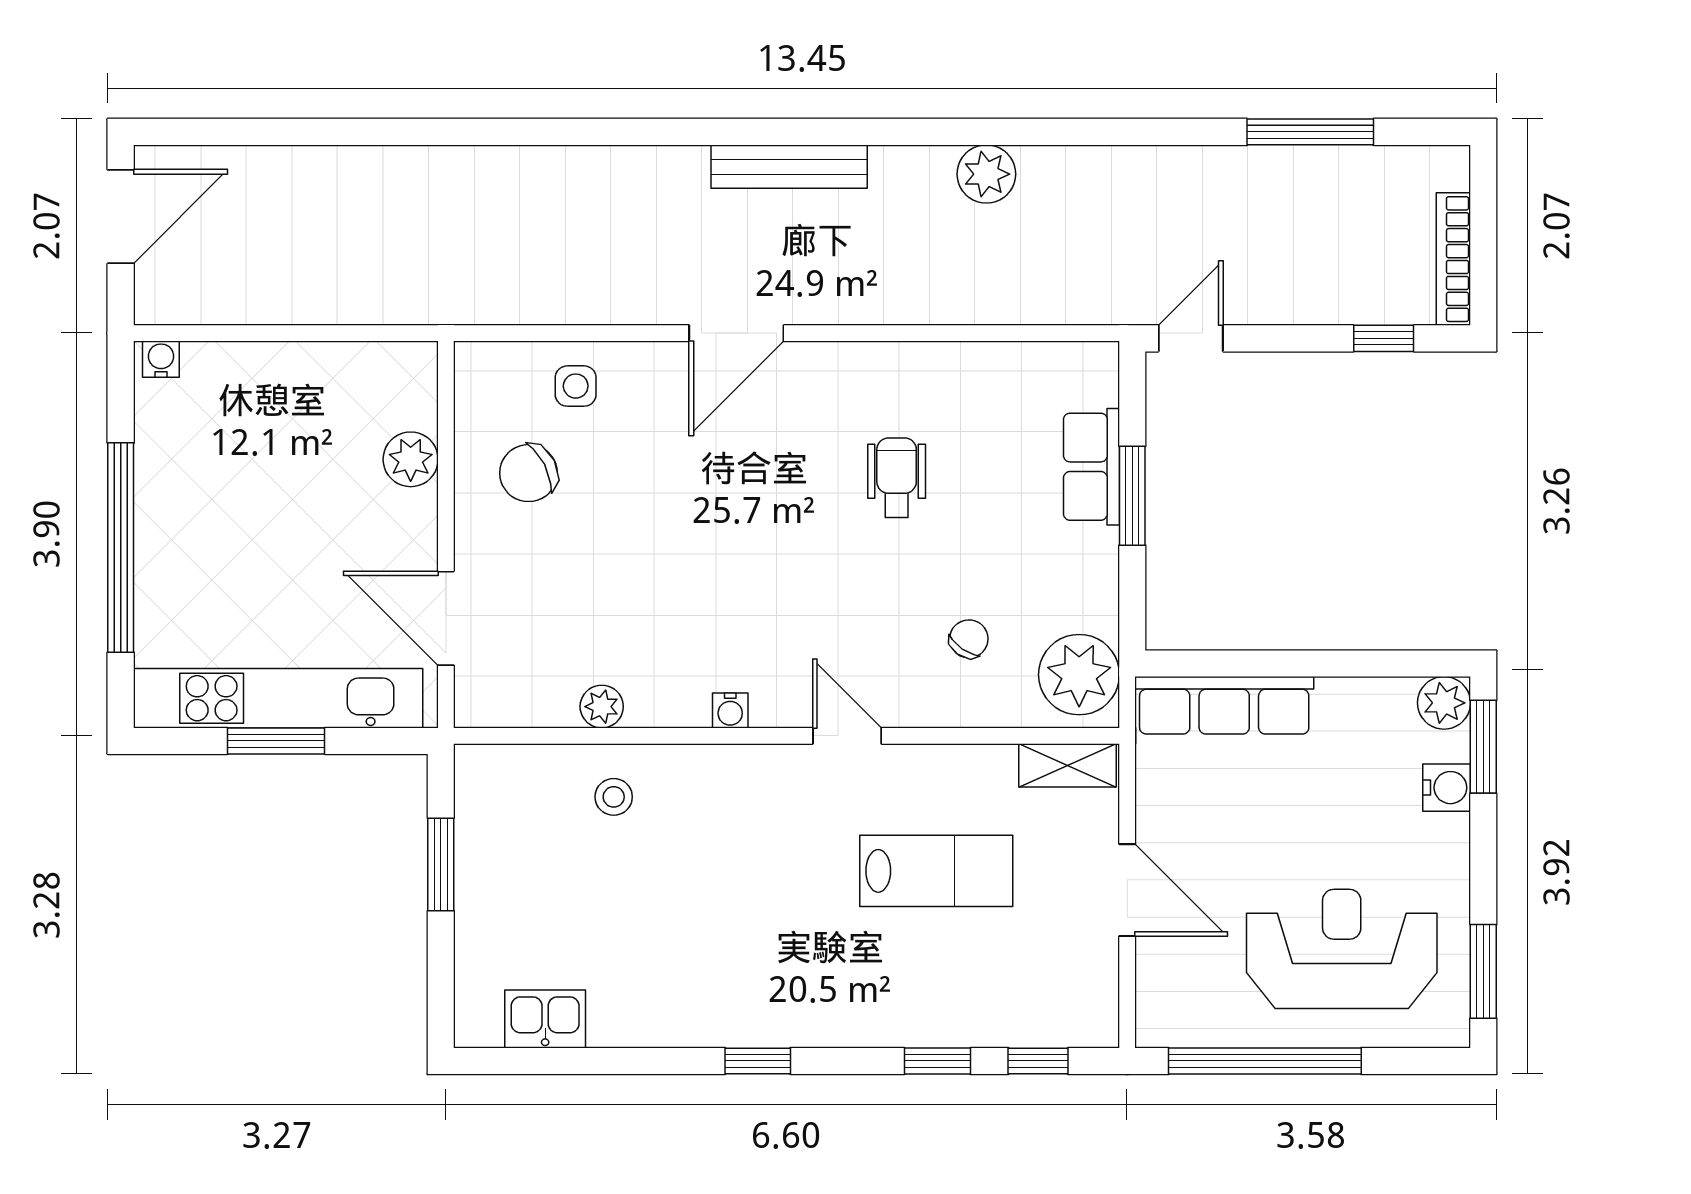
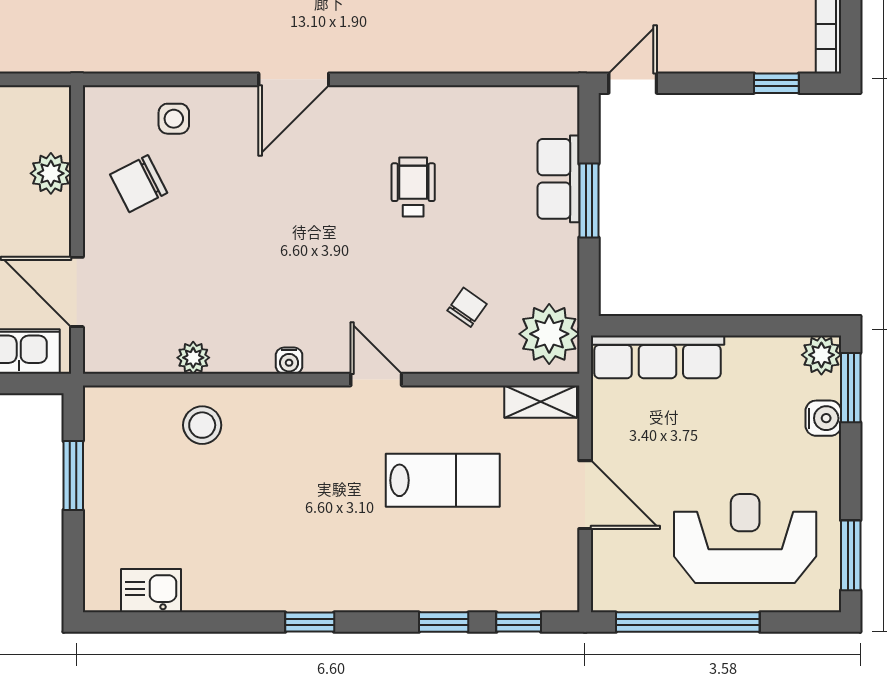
stool: (614, 797) -> (202, 425), width x1.37, depth x1.37

